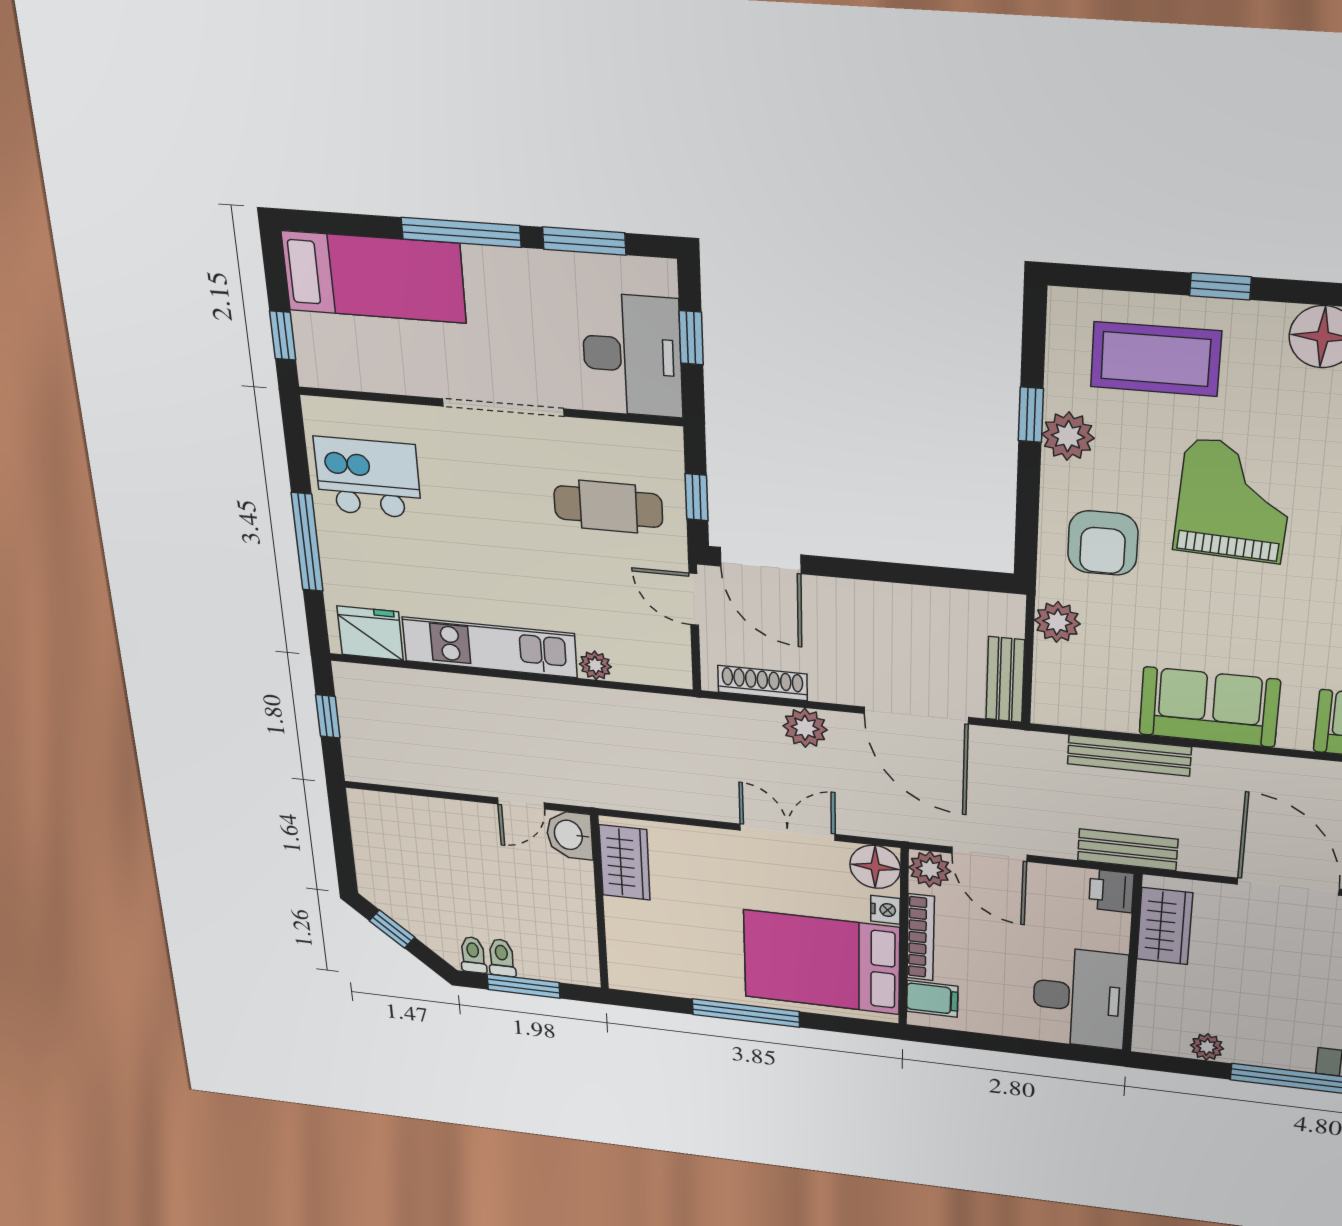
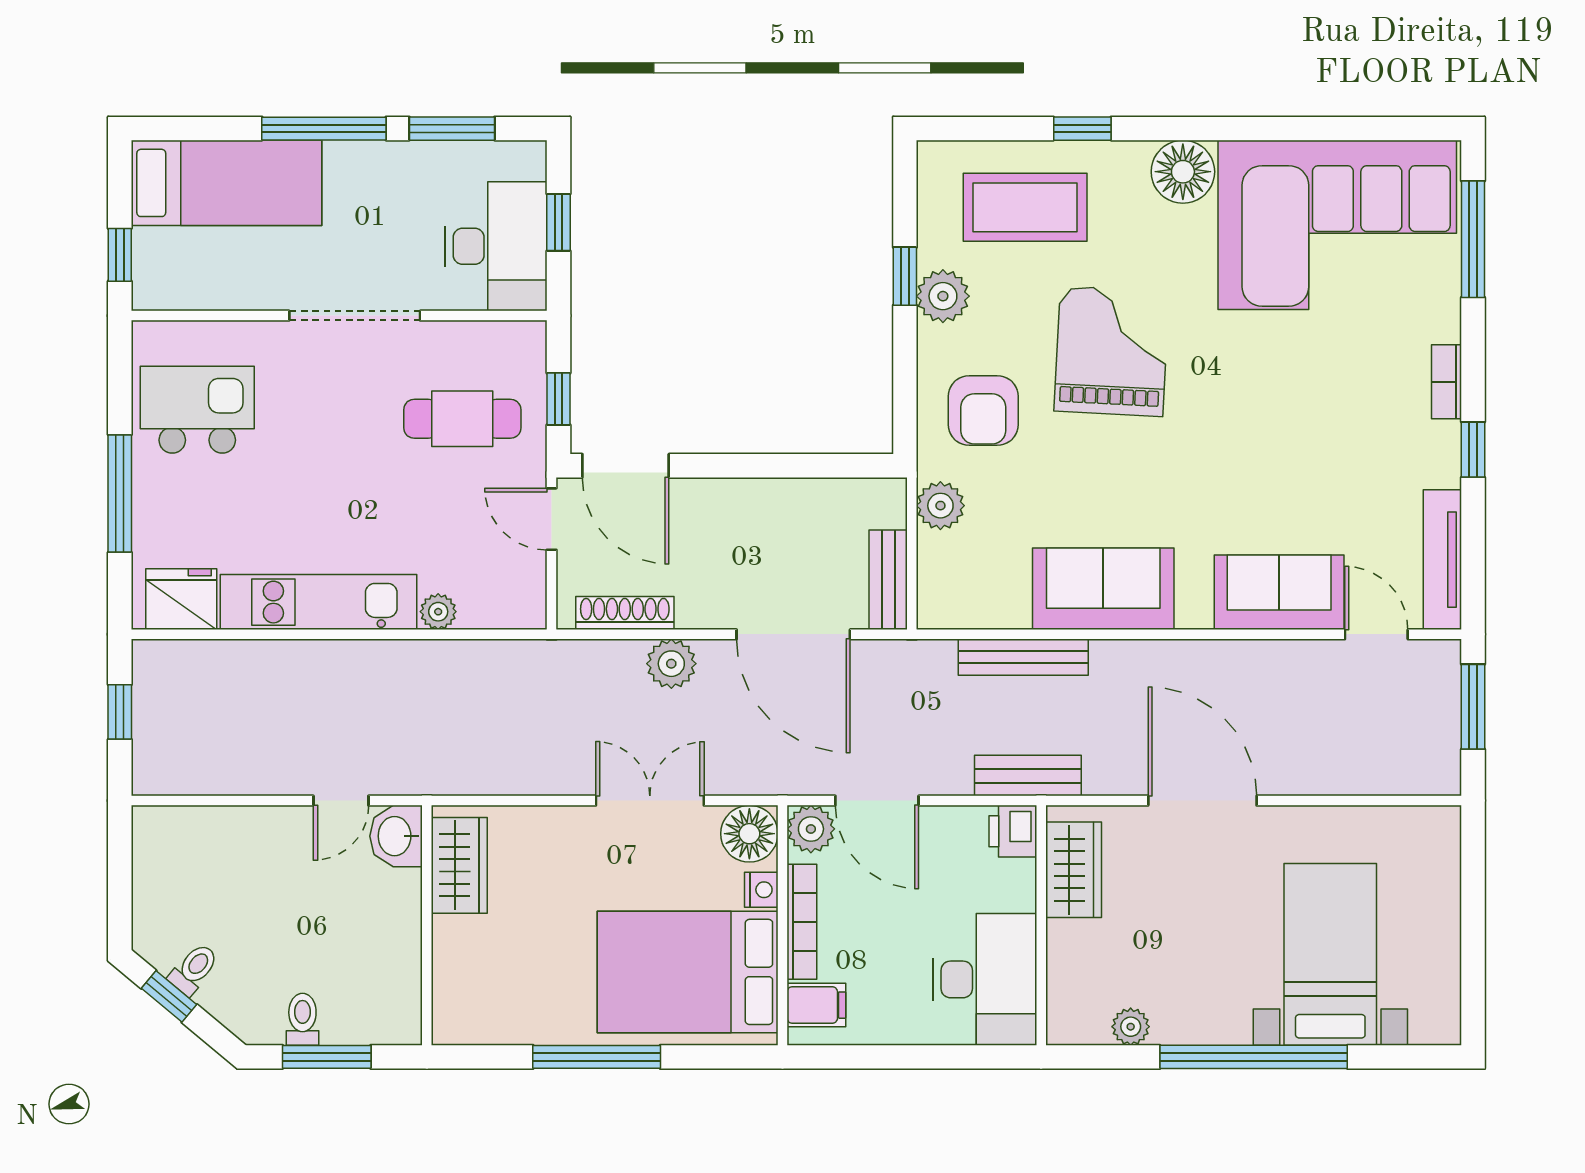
toilet: (473, 955) -> (194, 969), moved, turned 40

